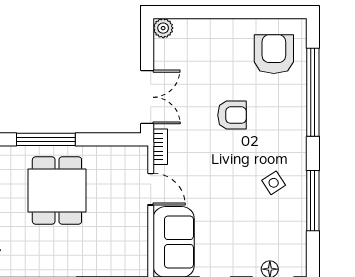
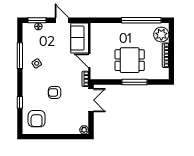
window: (313, 92) -> (20, 102), width x0.32
double door: (147, 97) -> (91, 100), swing flipped
dining table: (57, 190) -> (130, 60), turned 90

